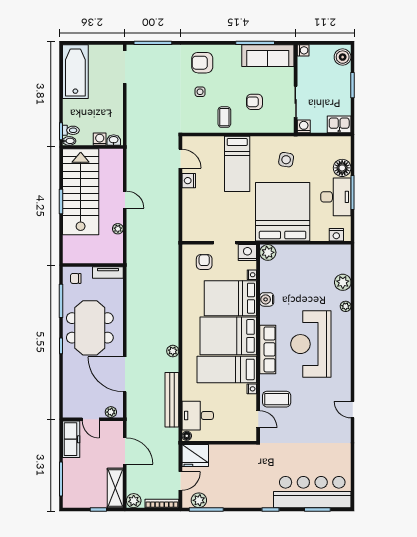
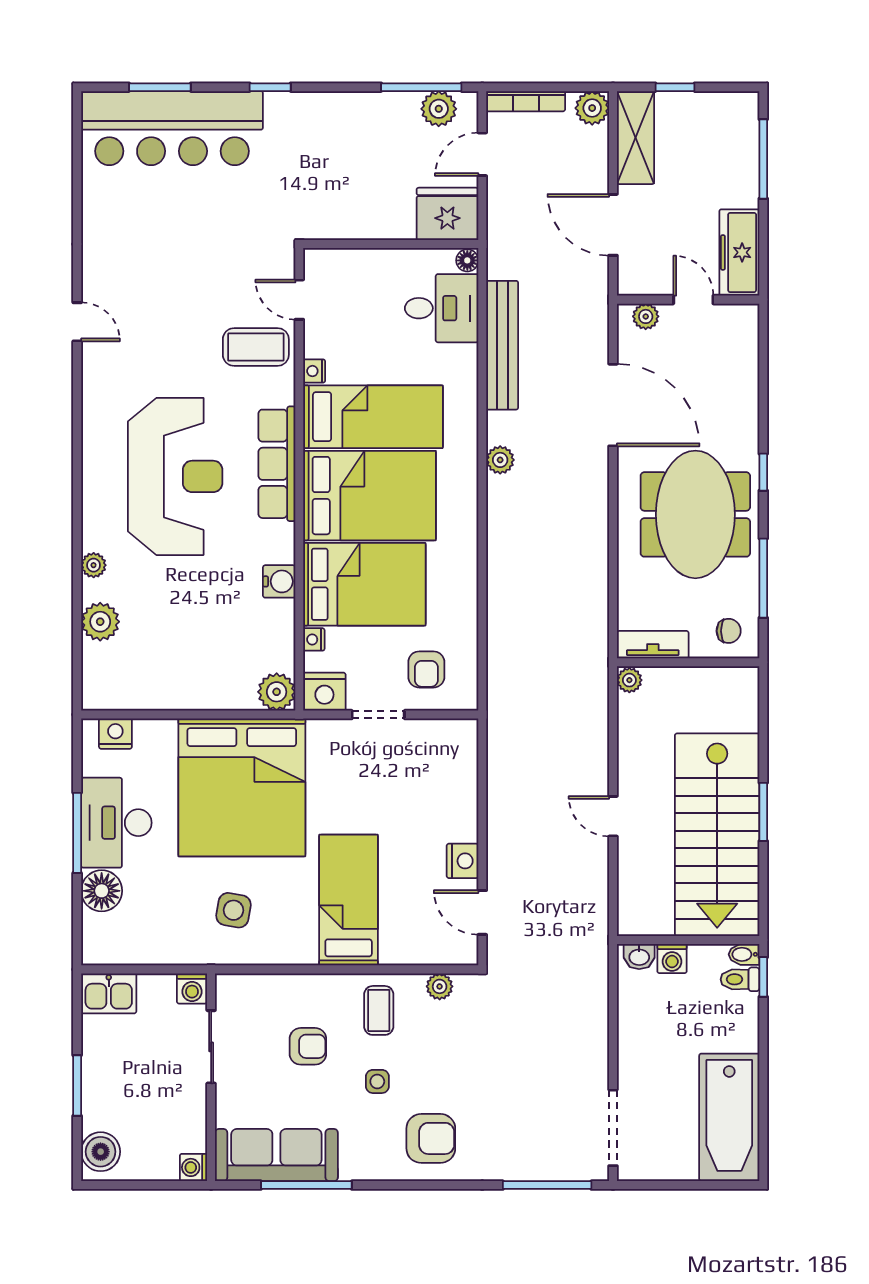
side table: (200, 92) -> (377, 1081), moved
plant: (199, 127) -> (440, 986), added
plant: (118, 229) -> (629, 680), moved

